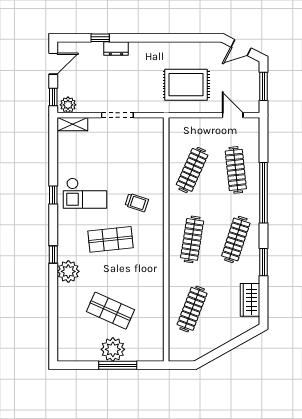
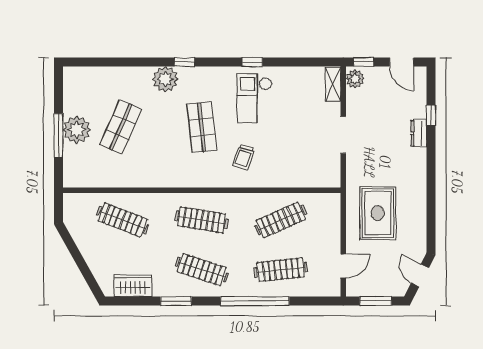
clothes rail: (192, 170) -> (281, 220), turned -48

